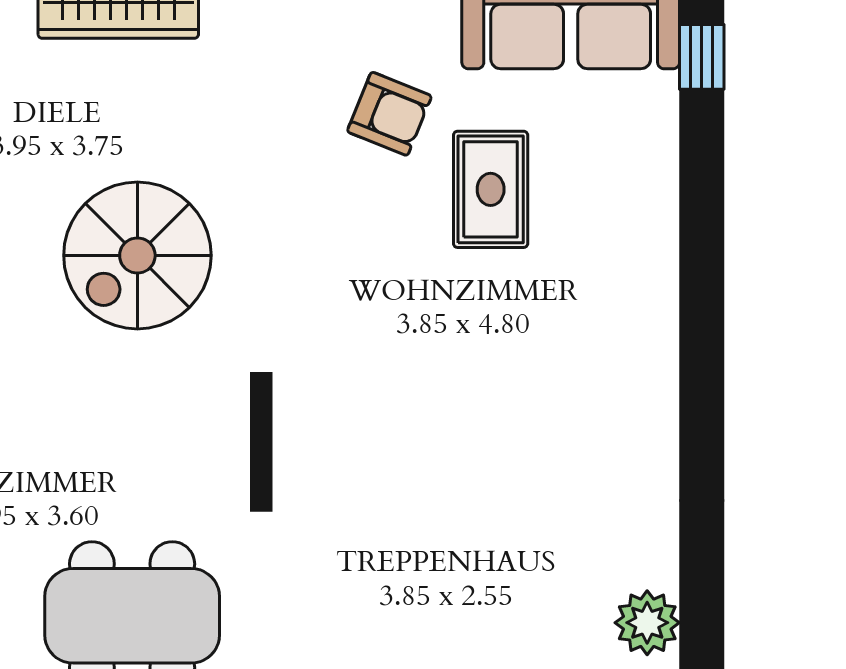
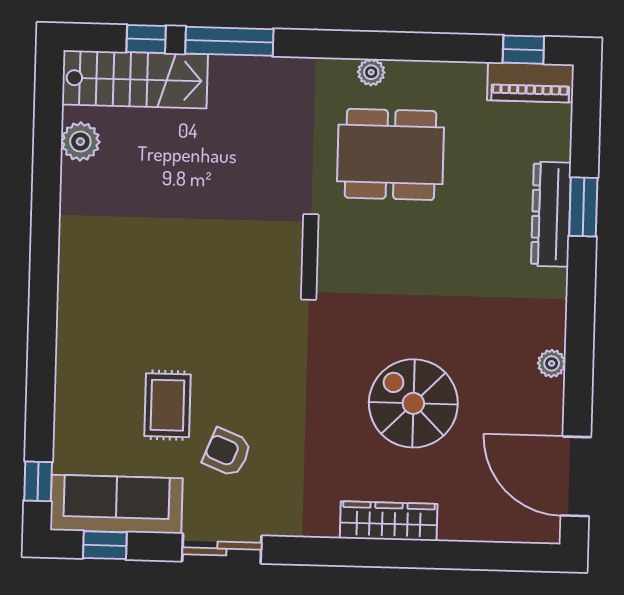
spiral stairs: (137, 255) -> (413, 403), moved, turned -90

